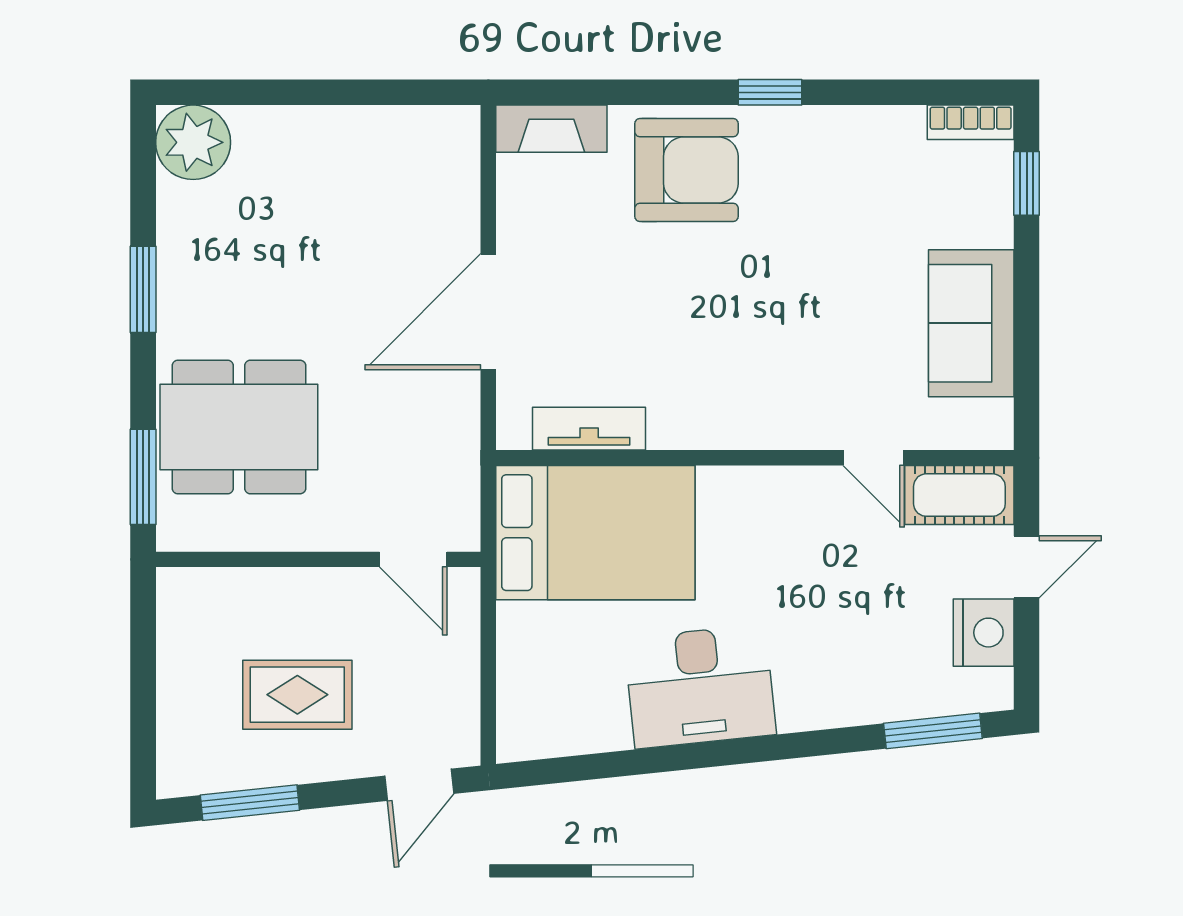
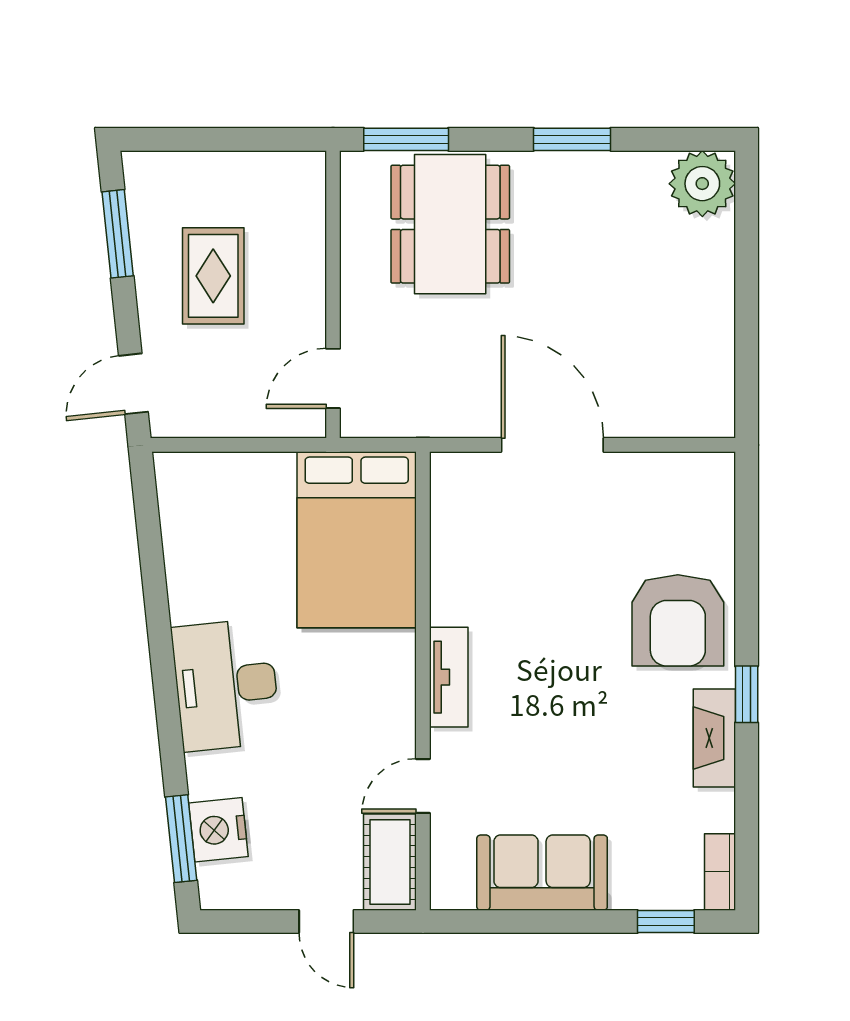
fireplace: (551, 129) -> (714, 738), moved
tv unit: (589, 429) -> (449, 677), moved
nightstand: (984, 633) -> (218, 830), moved, turned 84
desk: (700, 686) -> (226, 685), moved
door: (419, 785) -> (133, 384), hinge flipped

